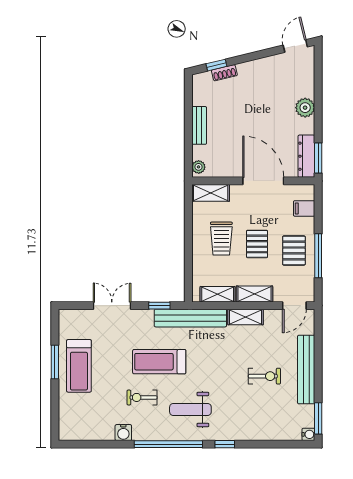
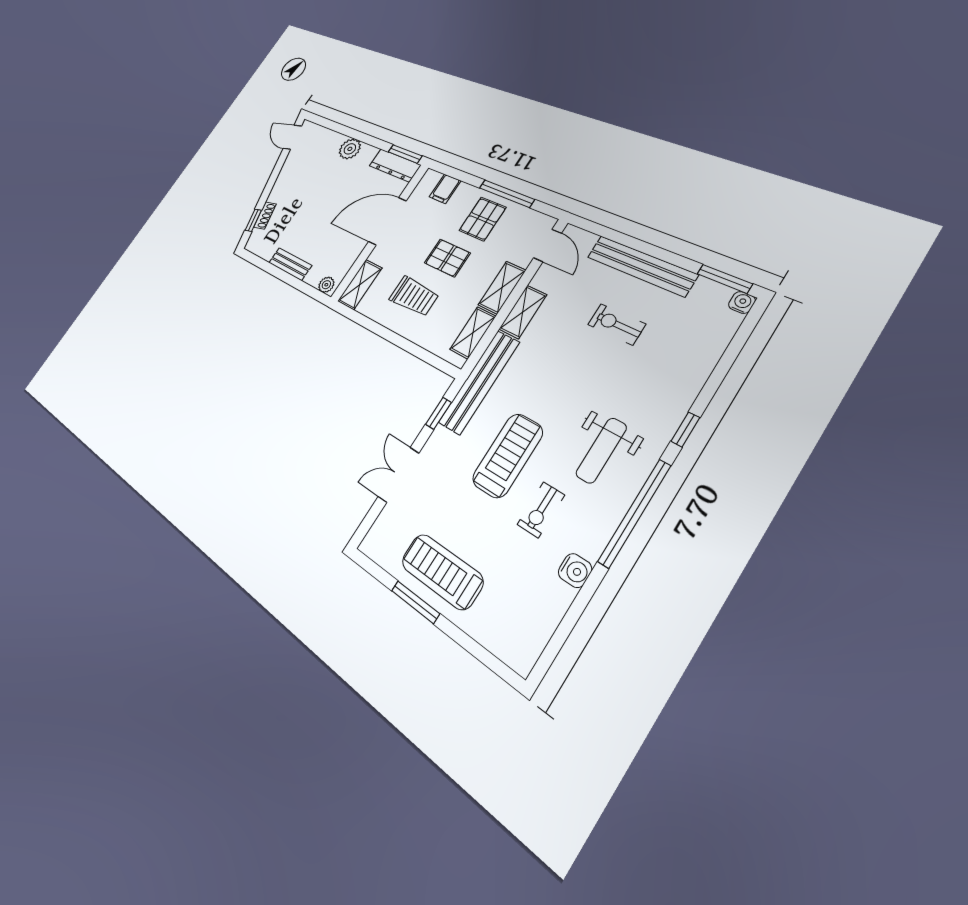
pallet: (294, 250) -> (483, 219), turned 90
treadmill: (159, 362) -> (508, 456), turned 180
treadmill: (79, 366) -> (442, 571), turned 180
exercise bike: (264, 376) -> (617, 324), turned -90

